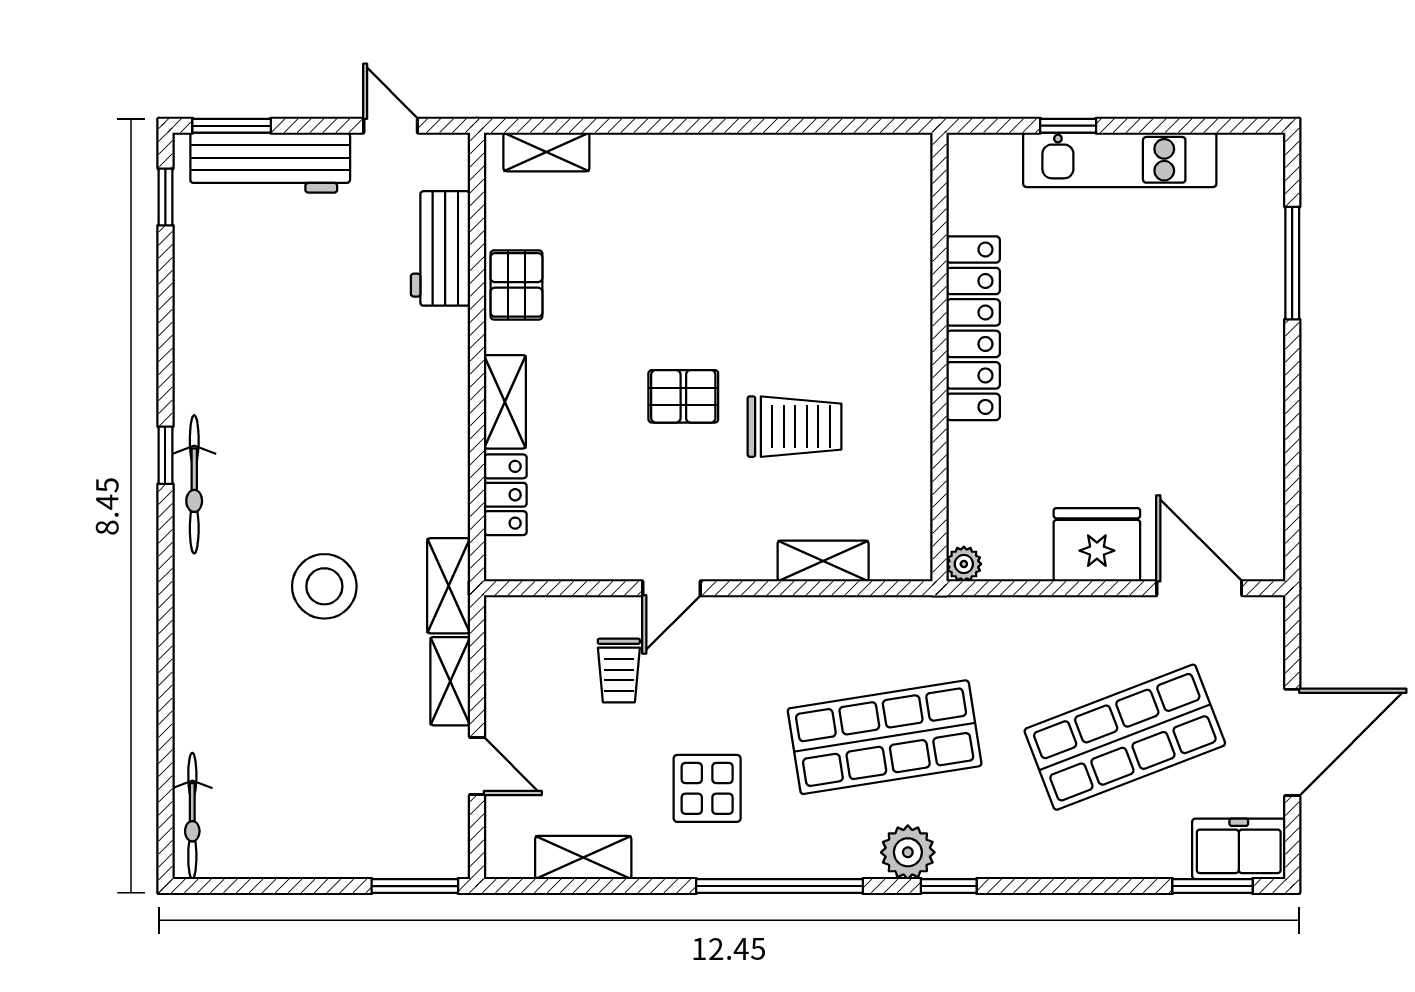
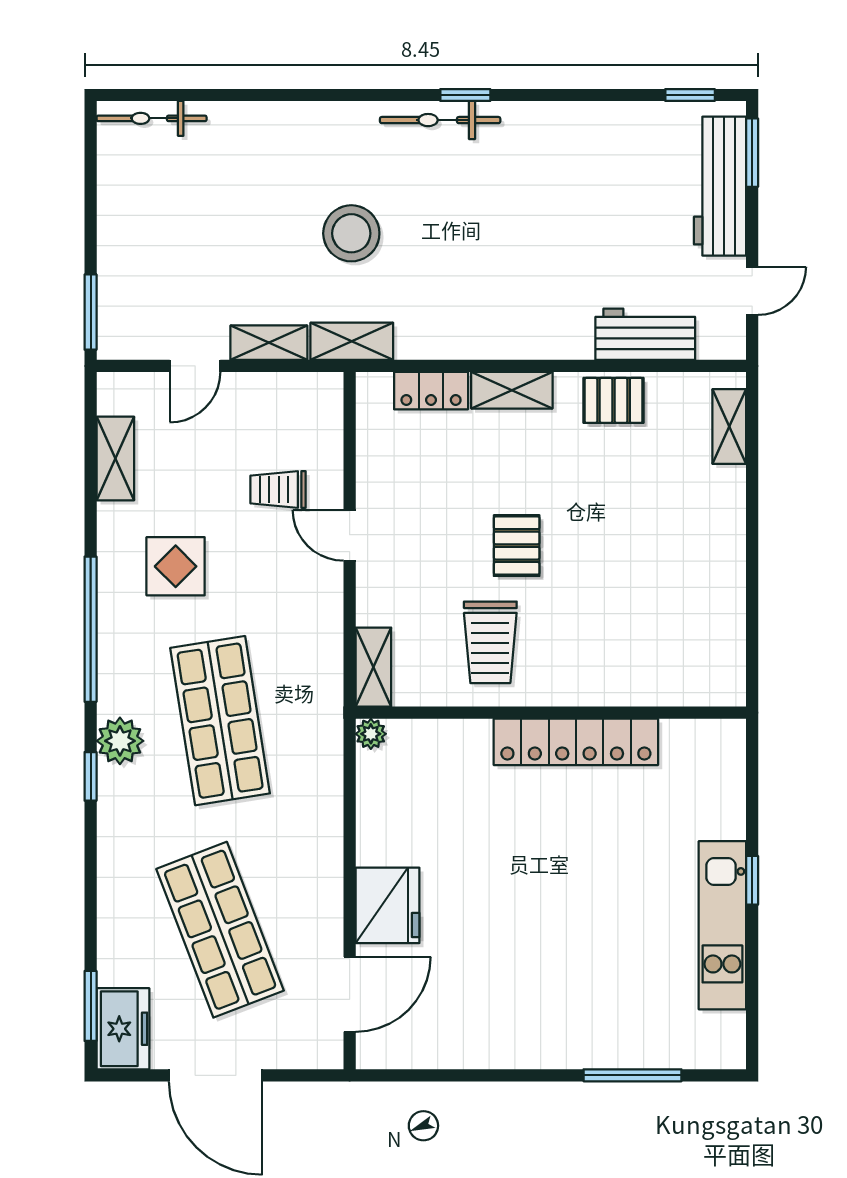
locker: (973, 328) -> (576, 742), moved
wall: (940, 357) -> (551, 713), moved
plant: (964, 564) -> (371, 734), moved

